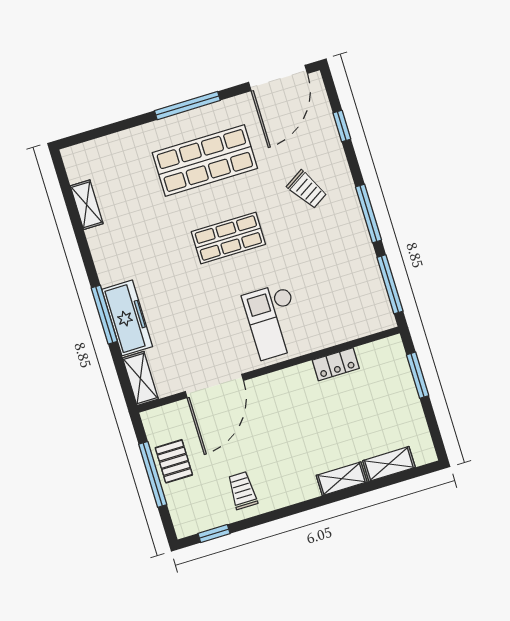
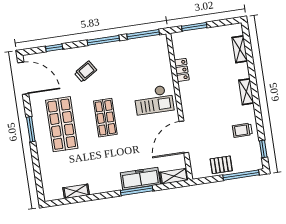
window: (187, 106) -> (31, 129), width x0.69
door: (214, 386) -> (184, 137), swing flipped
window: (153, 474) -> (241, 175), moved
shelving: (342, 479) -> (246, 92), moved

